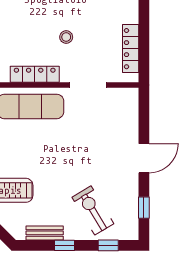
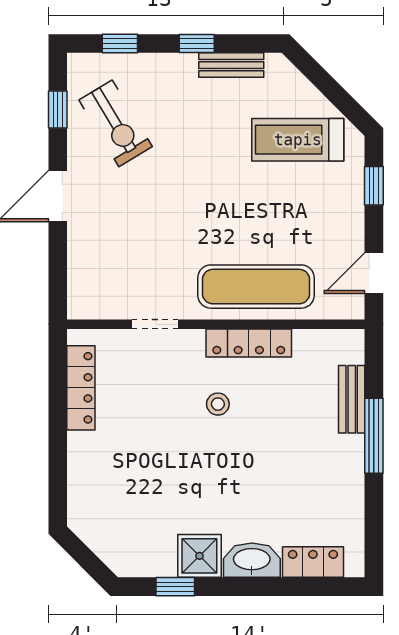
stool: (66, 37) -> (218, 404), moved
doorway: (88, 85) -> (155, 324), width x0.73
exercise bike: (93, 210) -> (116, 123), moved

